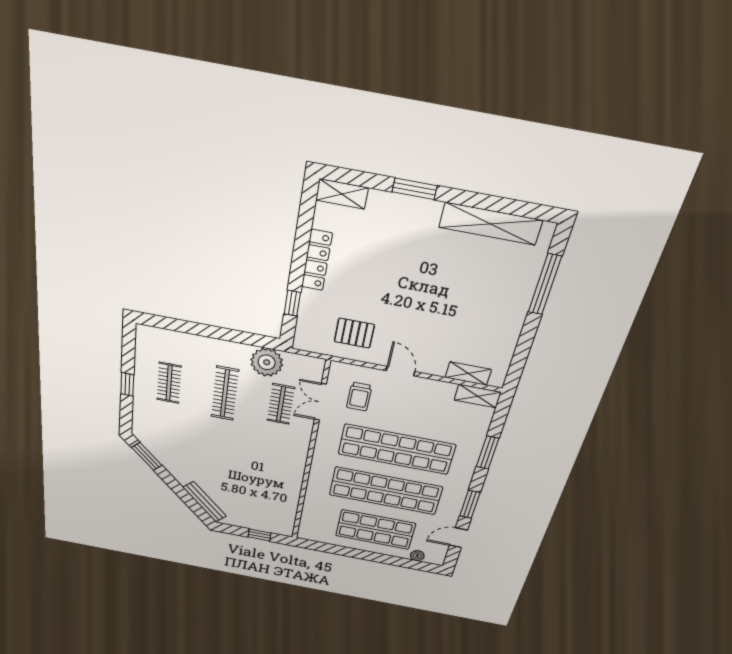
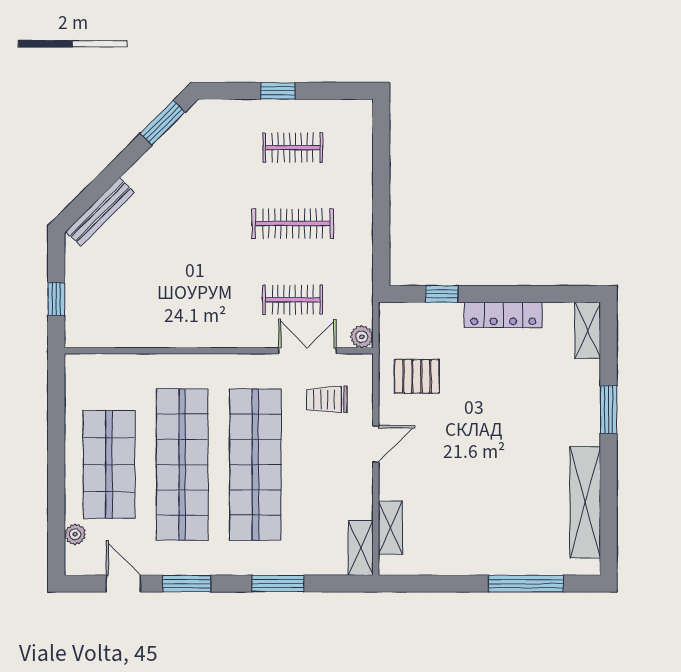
pallet: (354, 333) -> (417, 376), turned 90
plant: (267, 362) -> (362, 337), moved, width x0.53, depth x0.53

